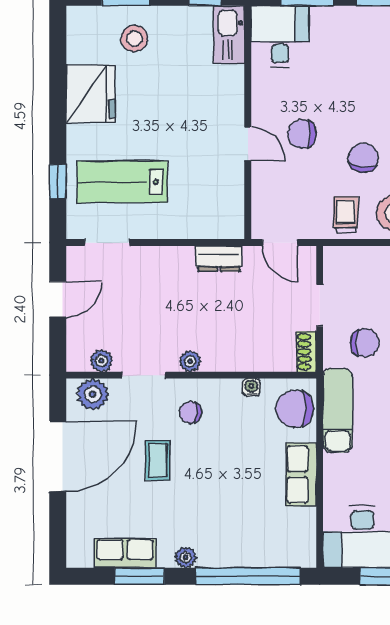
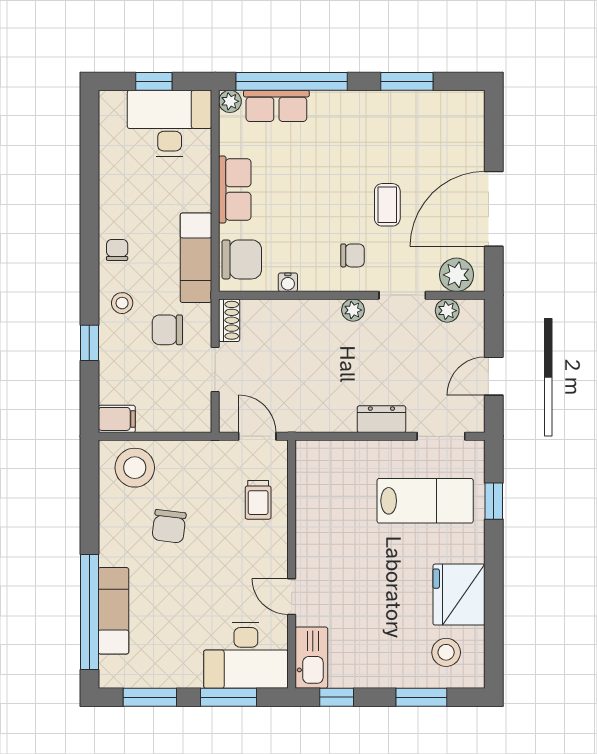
desk: (280, 37) -> (246, 655), width x1.37
stool: (134, 39) -> (446, 652), moved
chair: (302, 134) -> (234, 552), removed
door: (248, 144) -> (292, 597), moved
trolley: (346, 215) -> (258, 500), moved
dresser: (219, 259) -> (381, 419), moved
row of seats: (125, 553) -> (276, 106), moved
plant: (186, 557) -> (230, 101), moved

